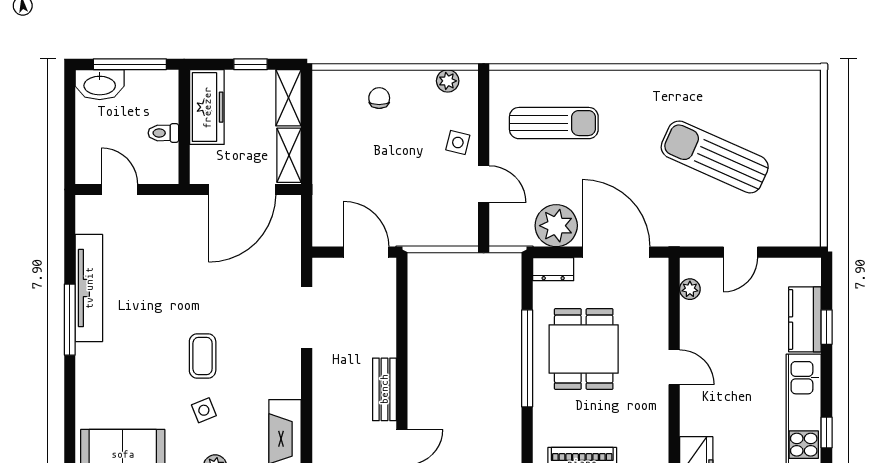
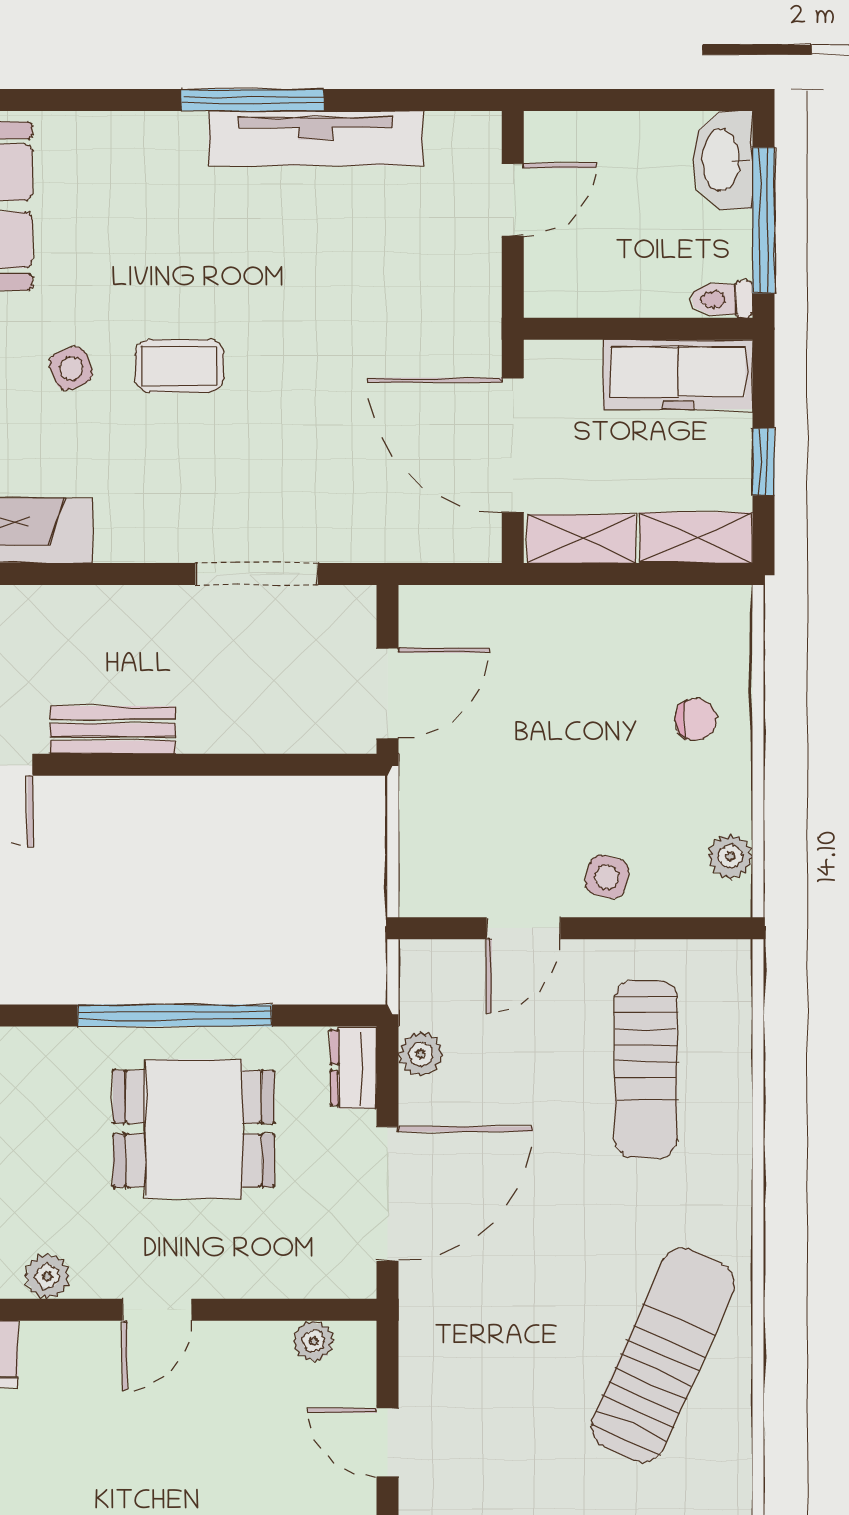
toilet: (163, 133) -> (722, 299), moved, turned -90
sun lounger: (715, 157) -> (663, 1355), moved
plant: (556, 226) -> (421, 1054), width x0.53, depth x0.53
plant: (657, 422) -> (47, 1276), added

